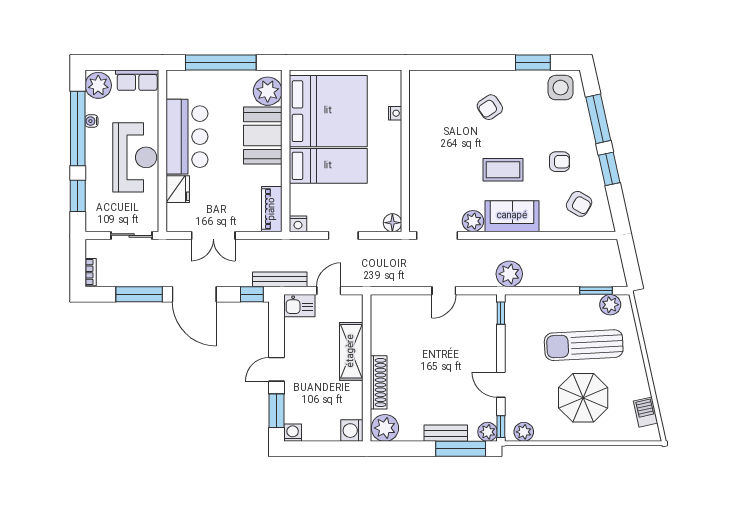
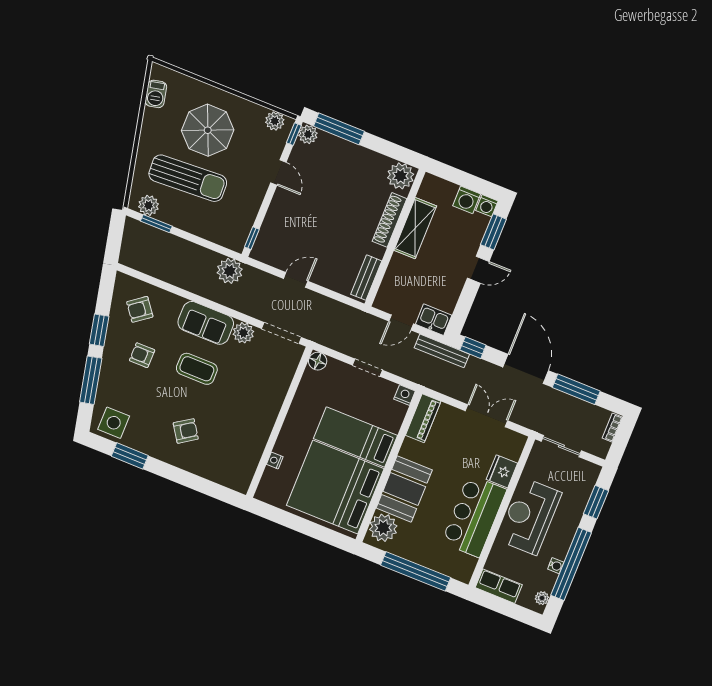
plant: (98, 85) -> (542, 598), width x0.53, depth x0.53
armchair: (579, 204) -> (140, 309), turned -67
shelving: (351, 351) -> (415, 228), moved
washing machine: (352, 431) -> (467, 200), moved, turned 90
bench: (446, 433) -> (366, 278), moved, turned 90

